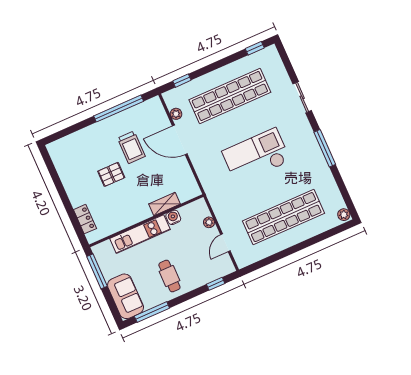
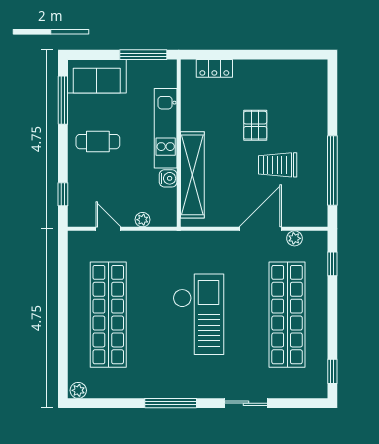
shelving: (165, 204) -> (192, 175), width x2.20, depth x1.33

